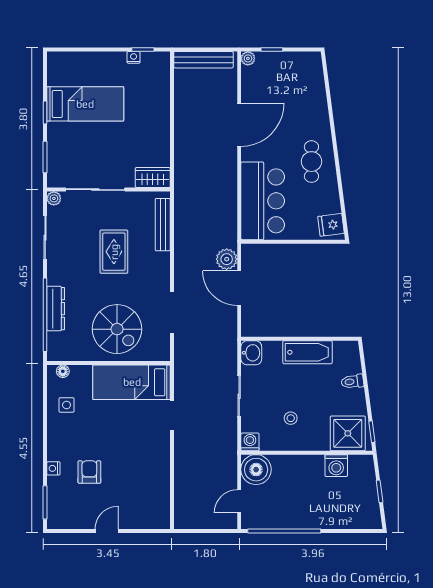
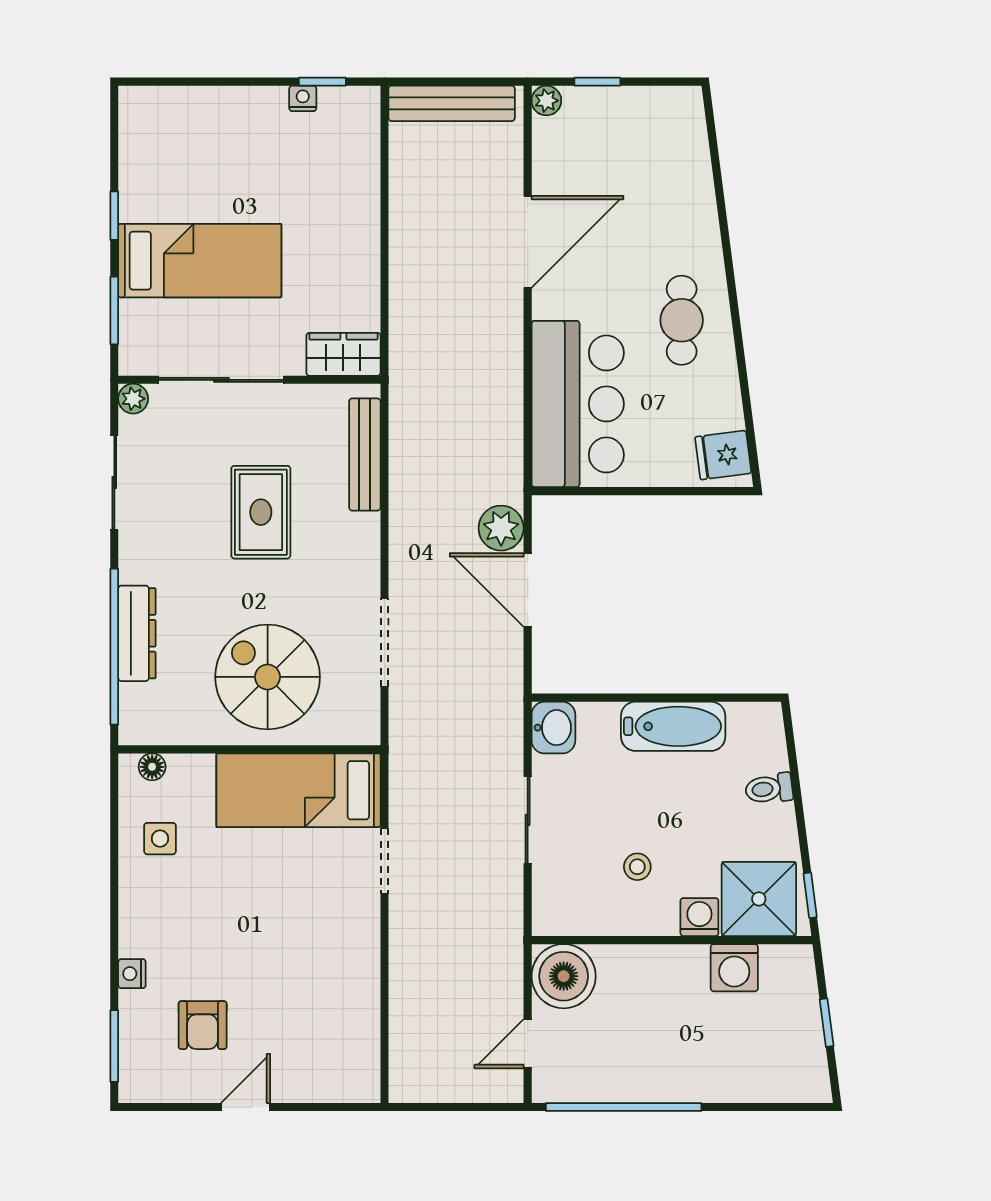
bed: (85, 104) -> (200, 261), moved
spiral stairs: (117, 329) -> (268, 677), turned 180
washing machine: (250, 442) -> (699, 917), moved
armchair: (89, 472) -> (203, 1025), moved, turned 180

